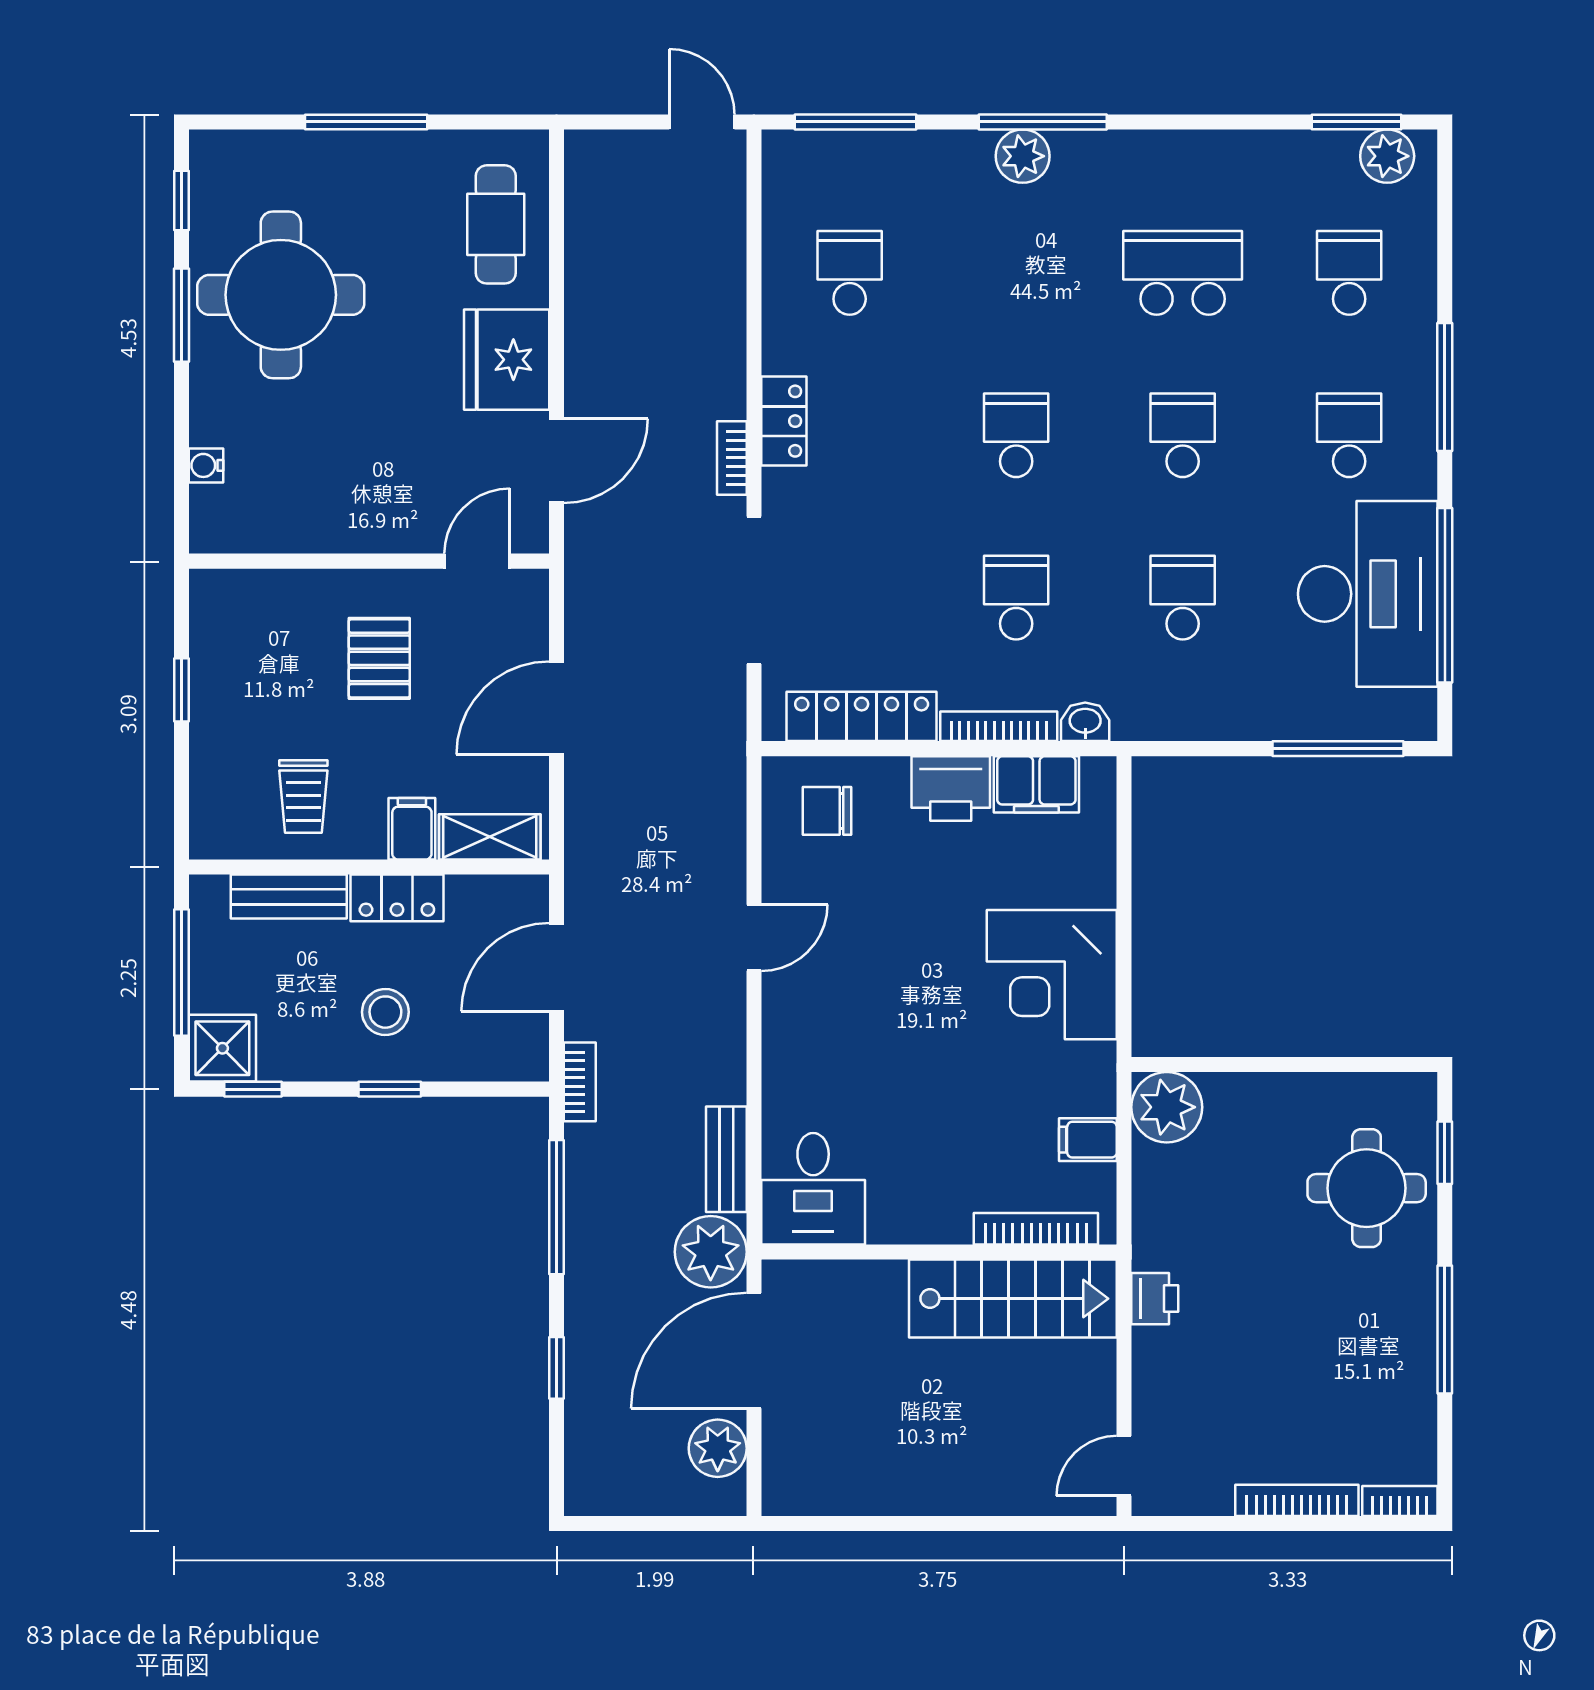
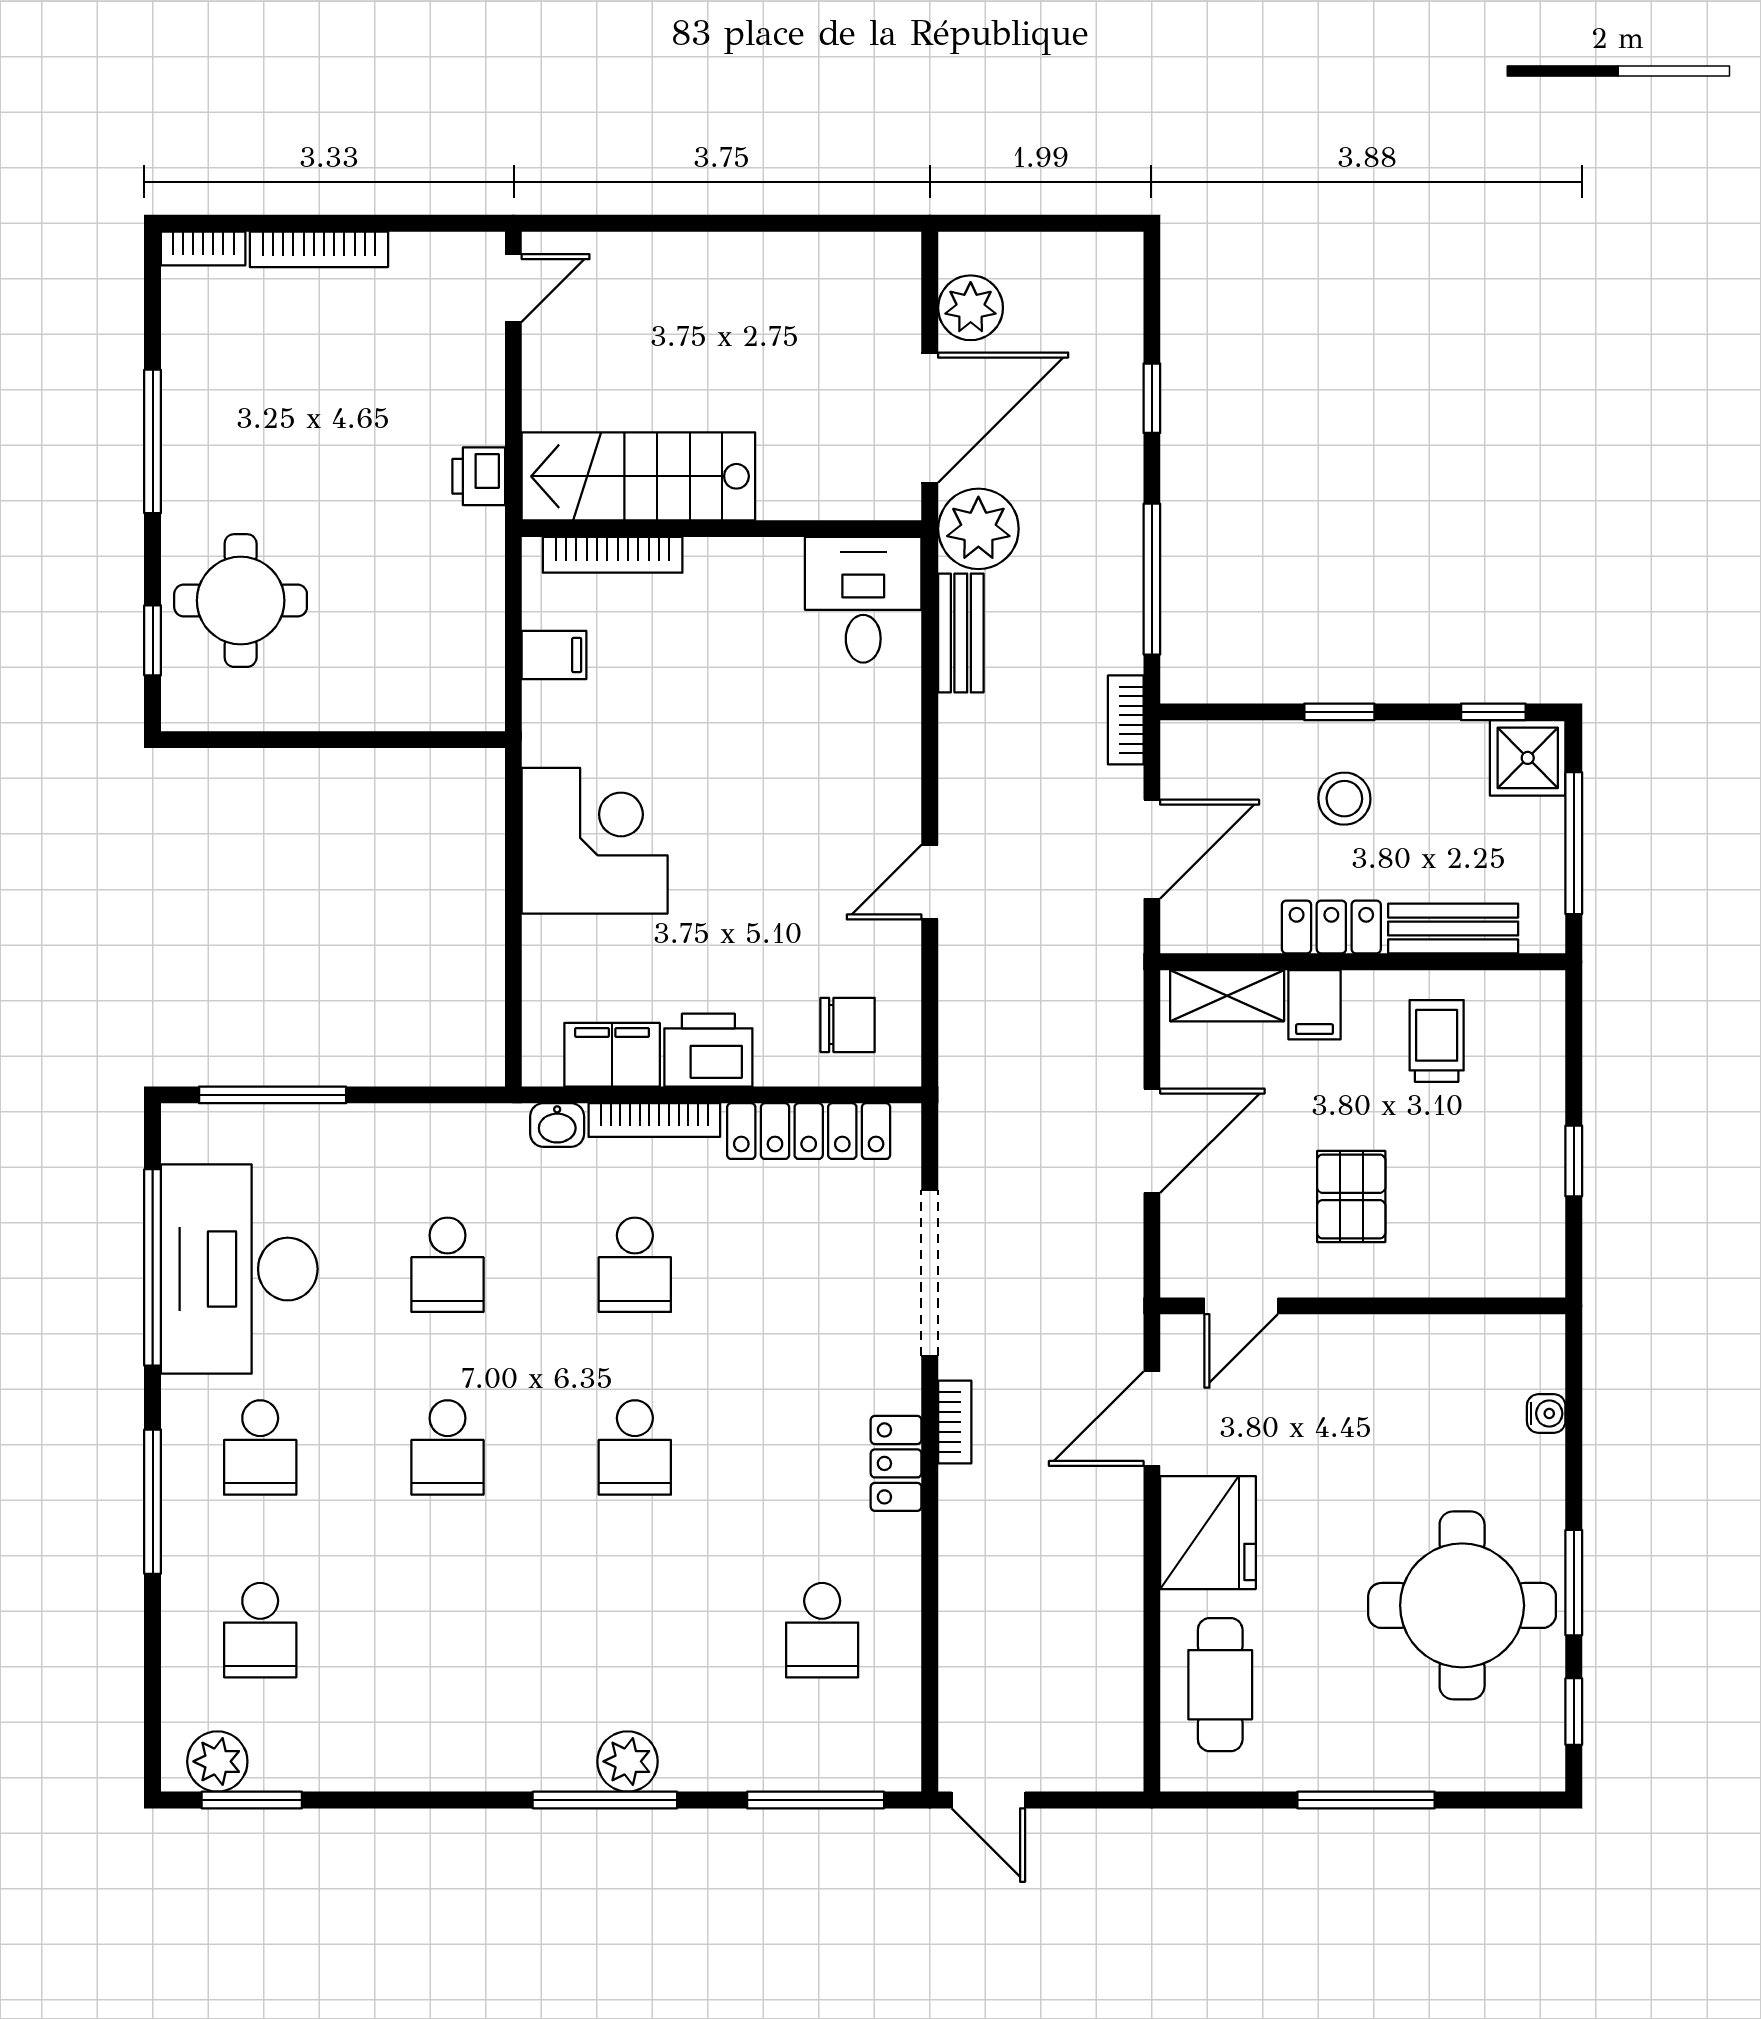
school desk: (1183, 273) -> (448, 1630), removed
plant: (1167, 1107) -> (465, 692), removed

